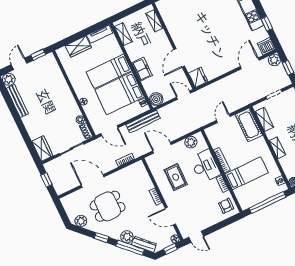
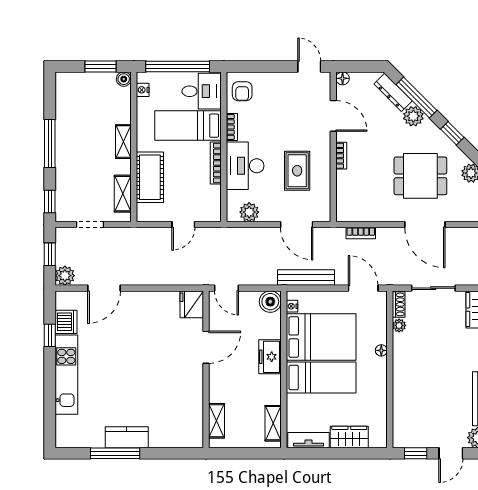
dishwasher: (266, 46) -> (66, 322), moved, turned -90
cot: (249, 125) -> (150, 177), moved
desk: (248, 195) -> (202, 91), added
window: (170, 249) -> (357, 66), removed

